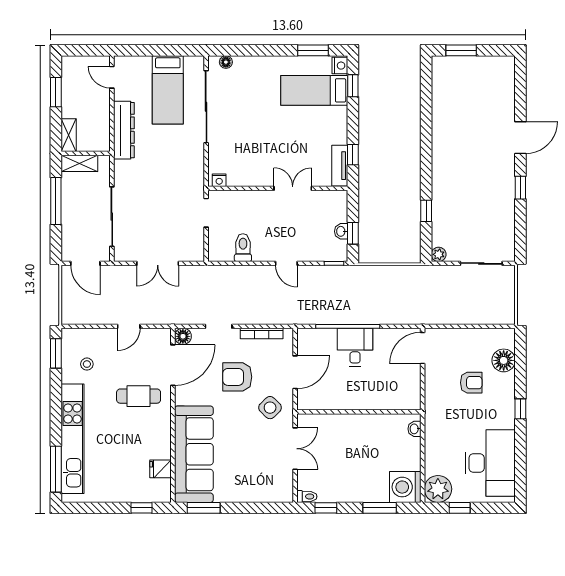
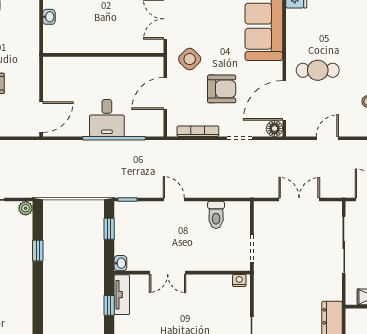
washbasin: (341, 231) -> (120, 263), moved
washbasin: (415, 429) -> (49, 17), moved

